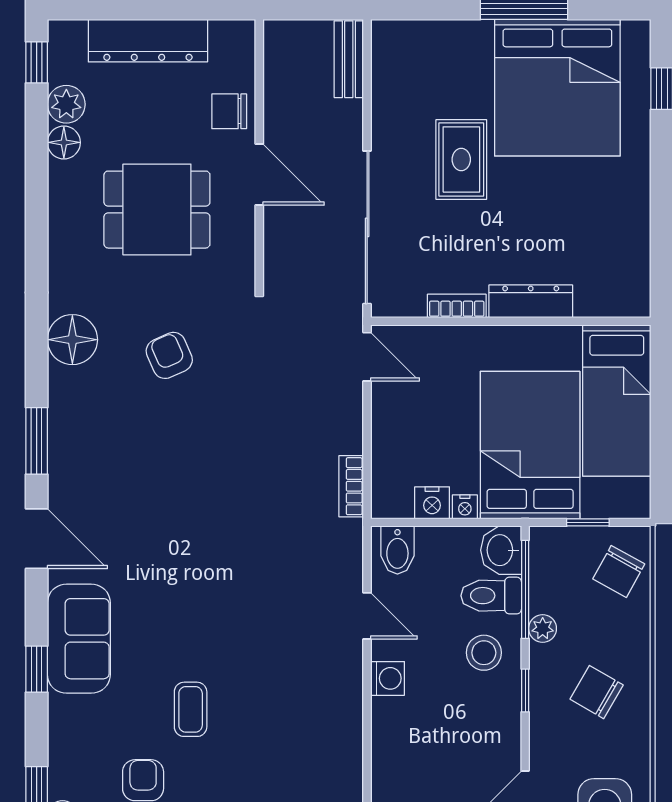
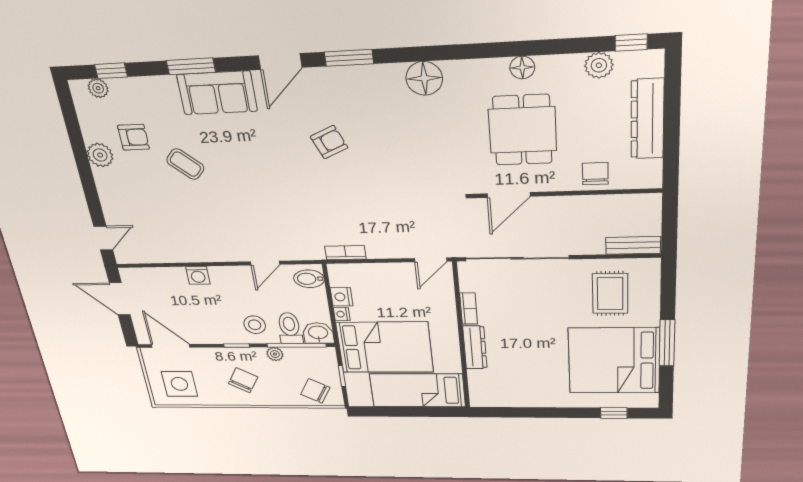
floor lamp: (64, 142) -> (522, 68), moved
rug: (461, 159) -> (610, 294), moved, turned 90
door: (259, 174) -> (509, 195), moved
armchair: (169, 355) -> (329, 142), moved
window: (37, 669) -> (191, 66), width x1.50
washing machine: (388, 678) -> (198, 275), moved
coffee table: (191, 709) -> (185, 164), turned 41

